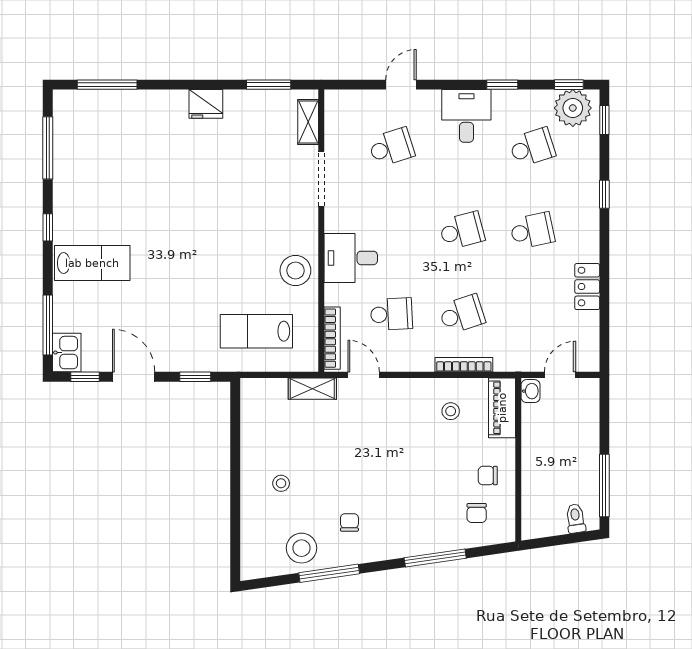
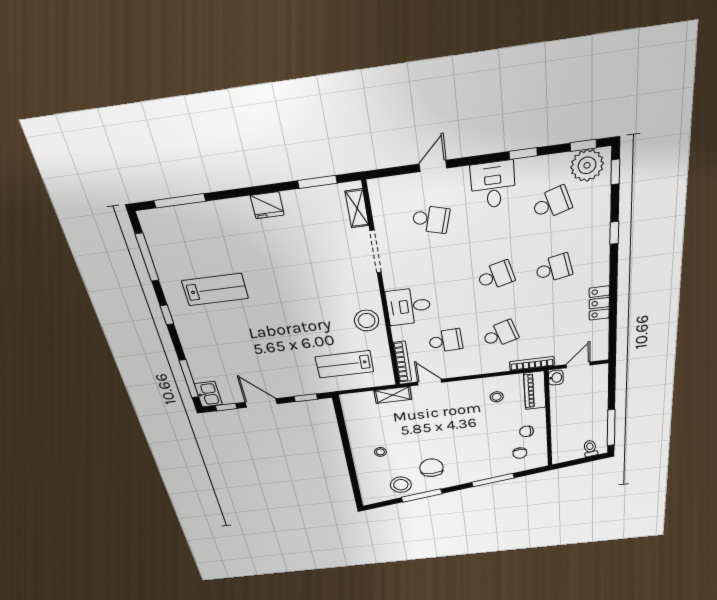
school desk: (391, 147) -> (431, 219), turned 33
lab bench: (92, 263) -> (215, 290), moved
bookcase: (464, 365) -> (532, 364), moved
chair: (349, 522) -> (431, 468), width x1.87, depth x1.87

